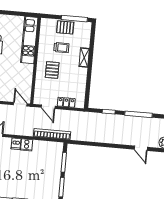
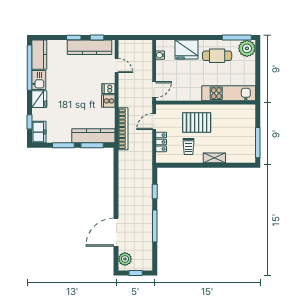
pallet: (65, 27) -> (247, 133), removed
trolley: (61, 48) -> (188, 146), moved
pallet: (52, 70) -> (197, 123), width x1.50, depth x1.42
door: (141, 148) -> (116, 232), width x1.87
kitchen counter: (56, 160) -> (93, 136), added

